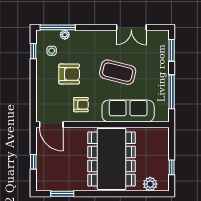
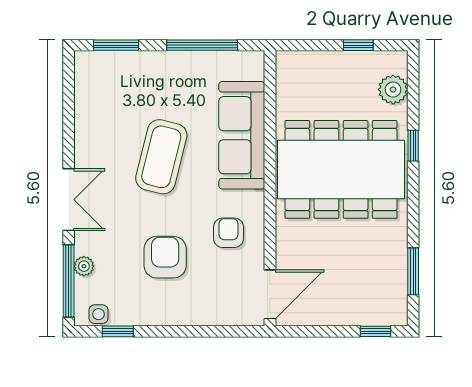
double door: (131, 27) -> (69, 200), moved
side table: (52, 51) -> (98, 314), moved
window: (33, 162) -> (375, 331), moved
window: (123, 194) -> (413, 146), added

